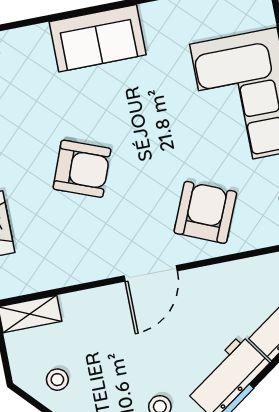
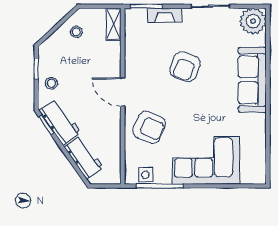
sofa: (98, 38) -> (252, 80), width x1.36

